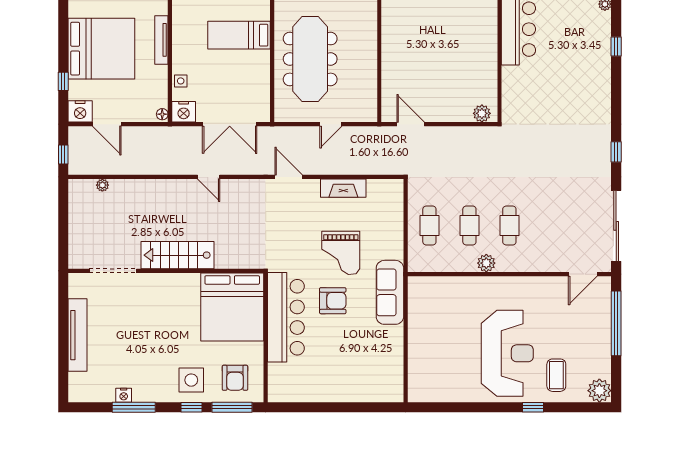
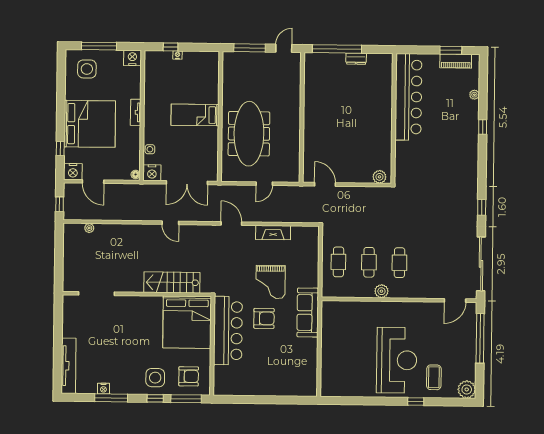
tv unit: (161, 40) -> (136, 112), width x0.71
stairs: (178, 255) -> (172, 282), moved
tv unit: (77, 335) -> (69, 366), moved
armchair: (235, 378) -> (189, 376), turned -90

